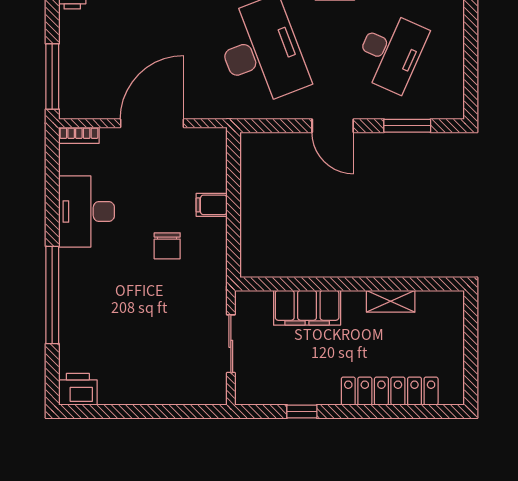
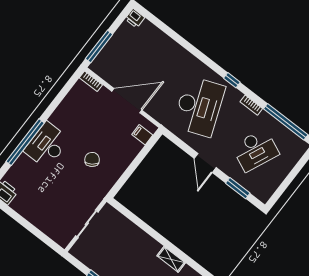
filing cabinet: (212, 205) -> (142, 135), moved
desk: (87, 211) -> (47, 145), moved
chair: (167, 246) -> (92, 159), turned 145
filing cabinet: (307, 308) -> (132, 234), removed

